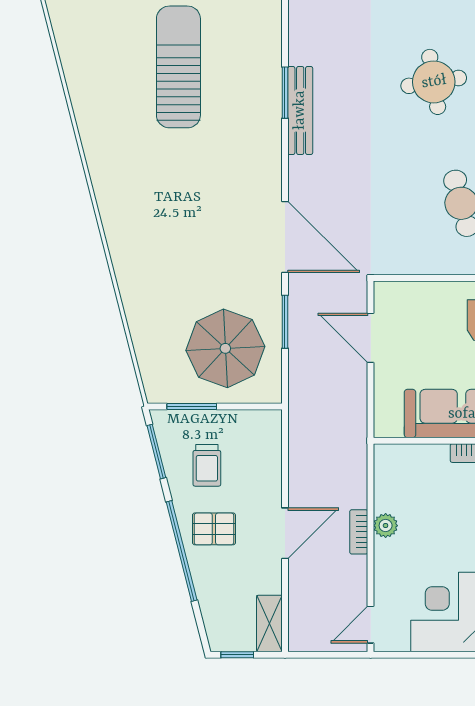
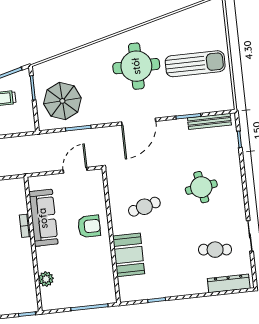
bench: (300, 110) -> (209, 121), moved
round table: (170, 188) -> (136, 66), added
door: (285, 237) -> (139, 122), moved

